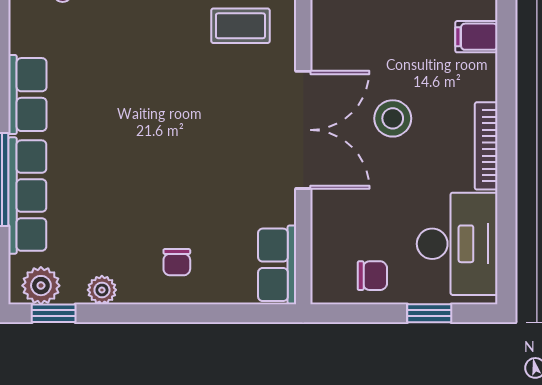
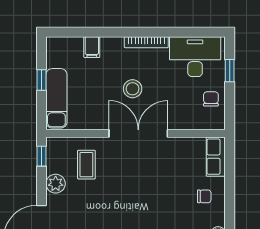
row of seats: (277, 265) -> (216, 157), moved, turned 90

